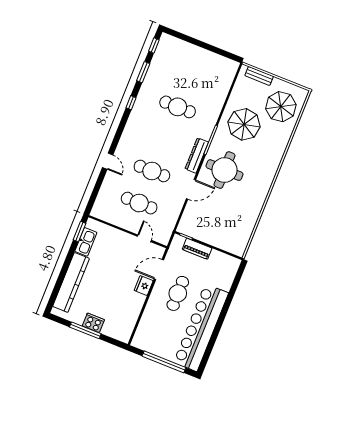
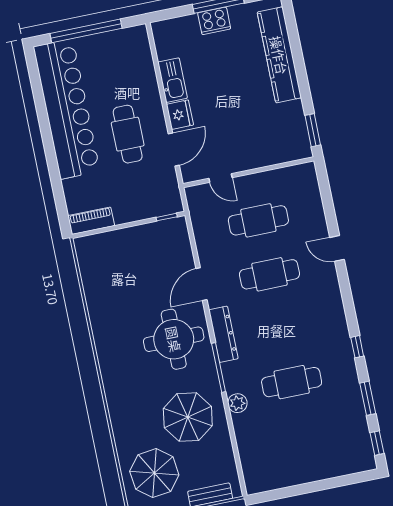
plant: (213, 115) -> (237, 403), added
kitchen sink: (86, 242) -> (173, 80), moved, turned 180
piano: (197, 249) -> (91, 221), moved

